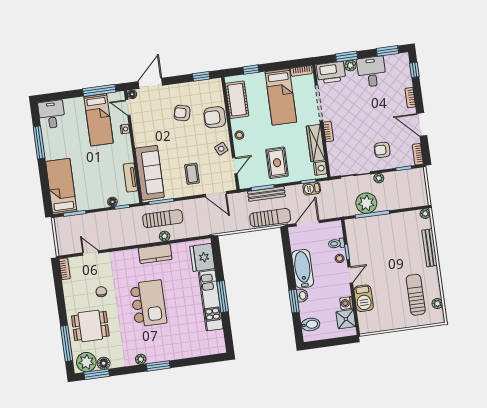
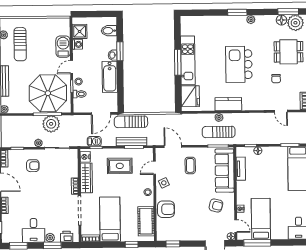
printer: (331, 72) -> (67, 237), width x0.53, depth x0.68
armchair: (182, 113) -> (216, 205), moved
rug: (277, 163) -> (120, 166), turned 90
parasol: (375, 240) -> (48, 93), added

